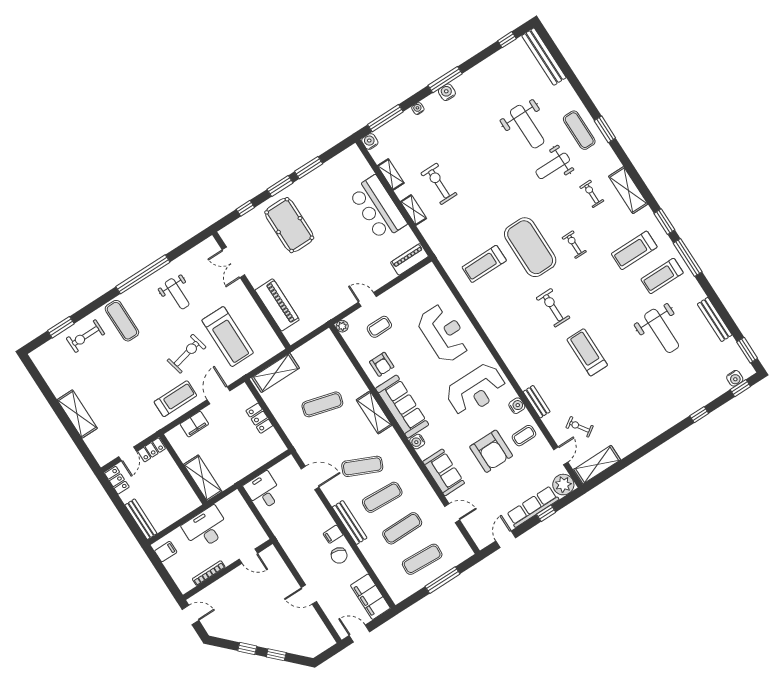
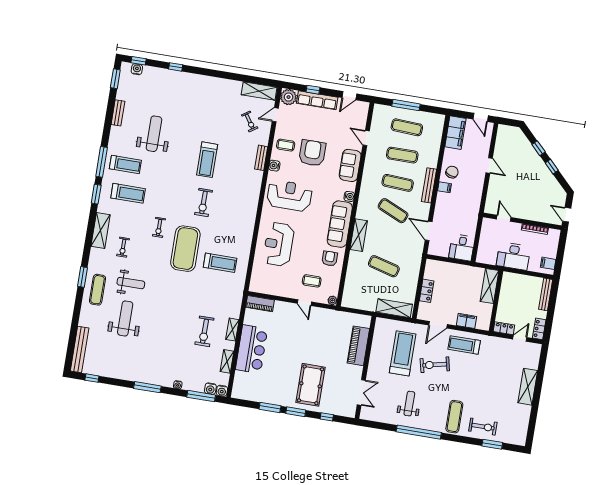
water cooler: (447, 92) -> (210, 389), moved
bench: (715, 319) -> (118, 113), width x0.73

